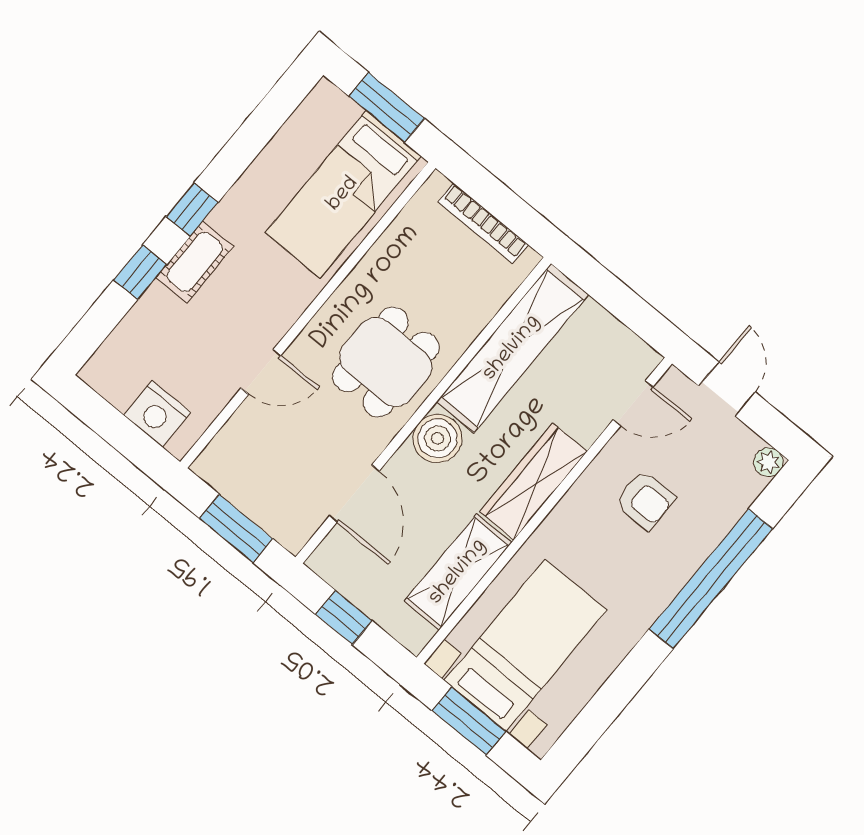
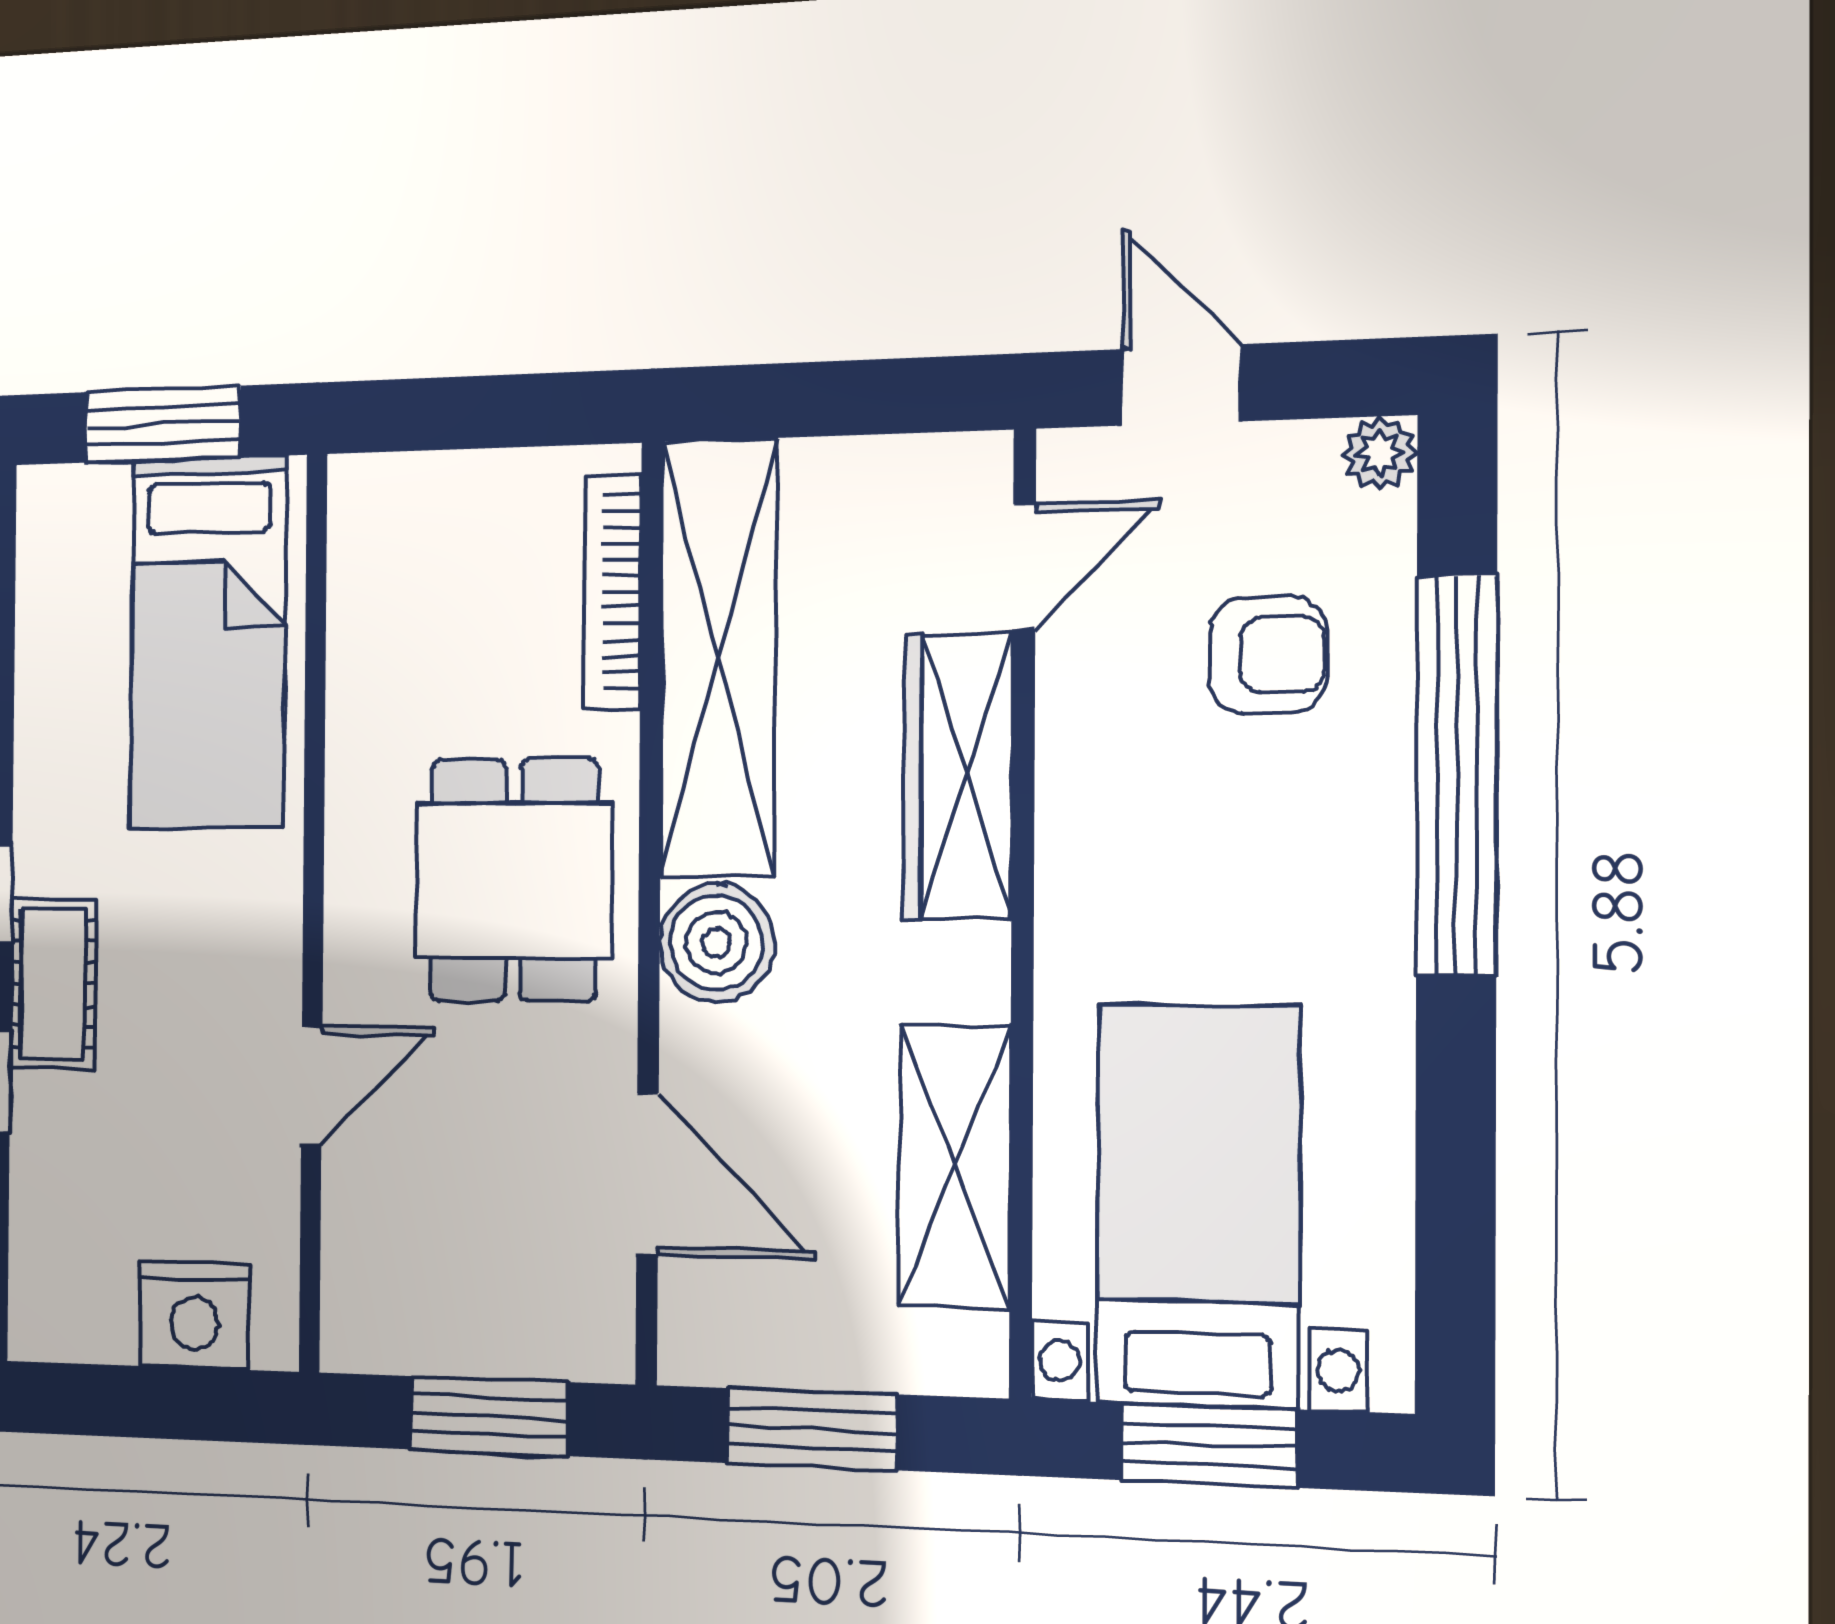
bookcase: (483, 223) -> (612, 592), moved, turned 90
wardrobe: (533, 482) -> (958, 776), moved
armchair: (645, 500) -> (1268, 655), moved
window: (344, 618) -> (812, 1429), width x1.50

